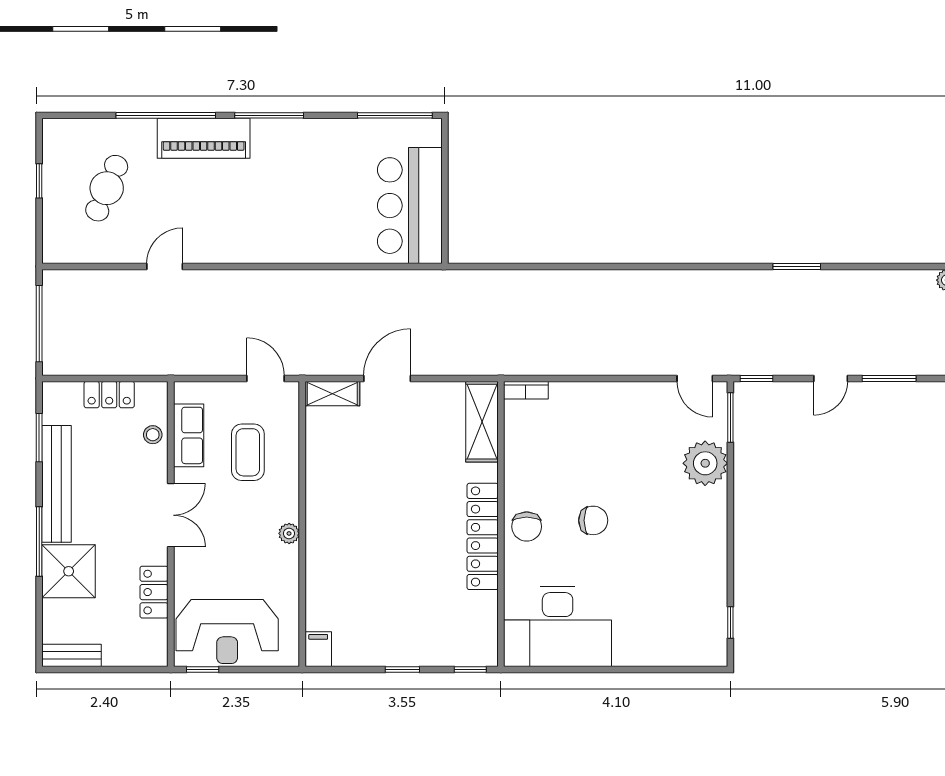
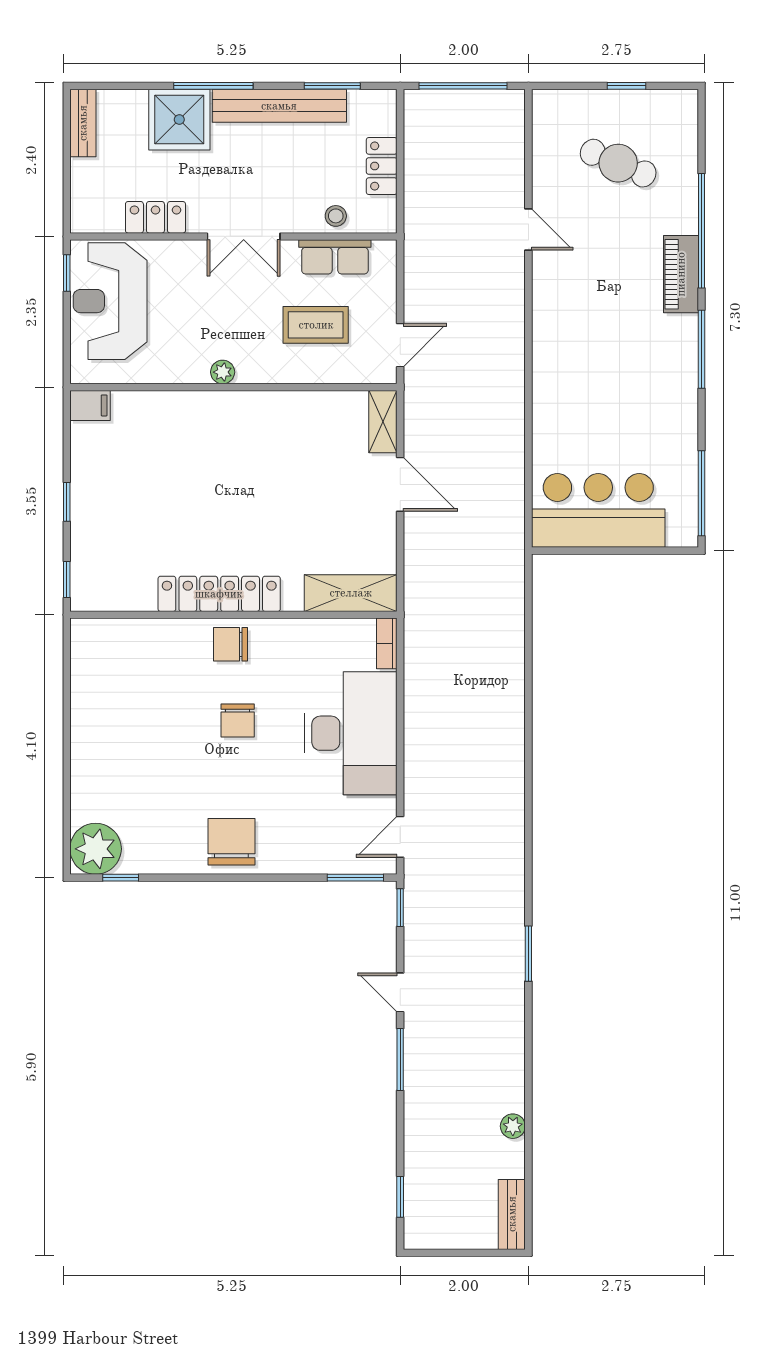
piano: (204, 138) -> (681, 274), width x0.73, depth x0.75
plant: (705, 463) -> (96, 849), moved
chair: (699, 526) -> (232, 842), added
desk: (558, 626) -> (351, 733), moved, turned 180

